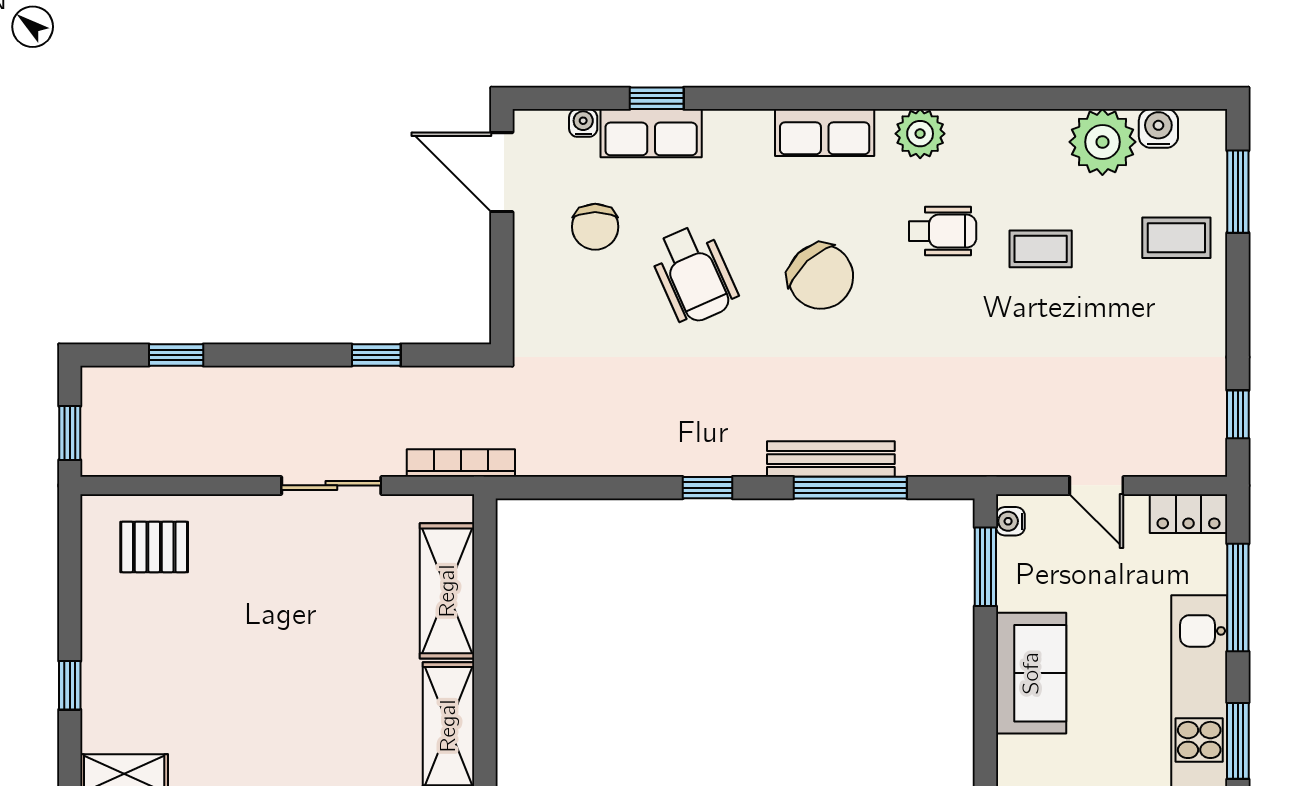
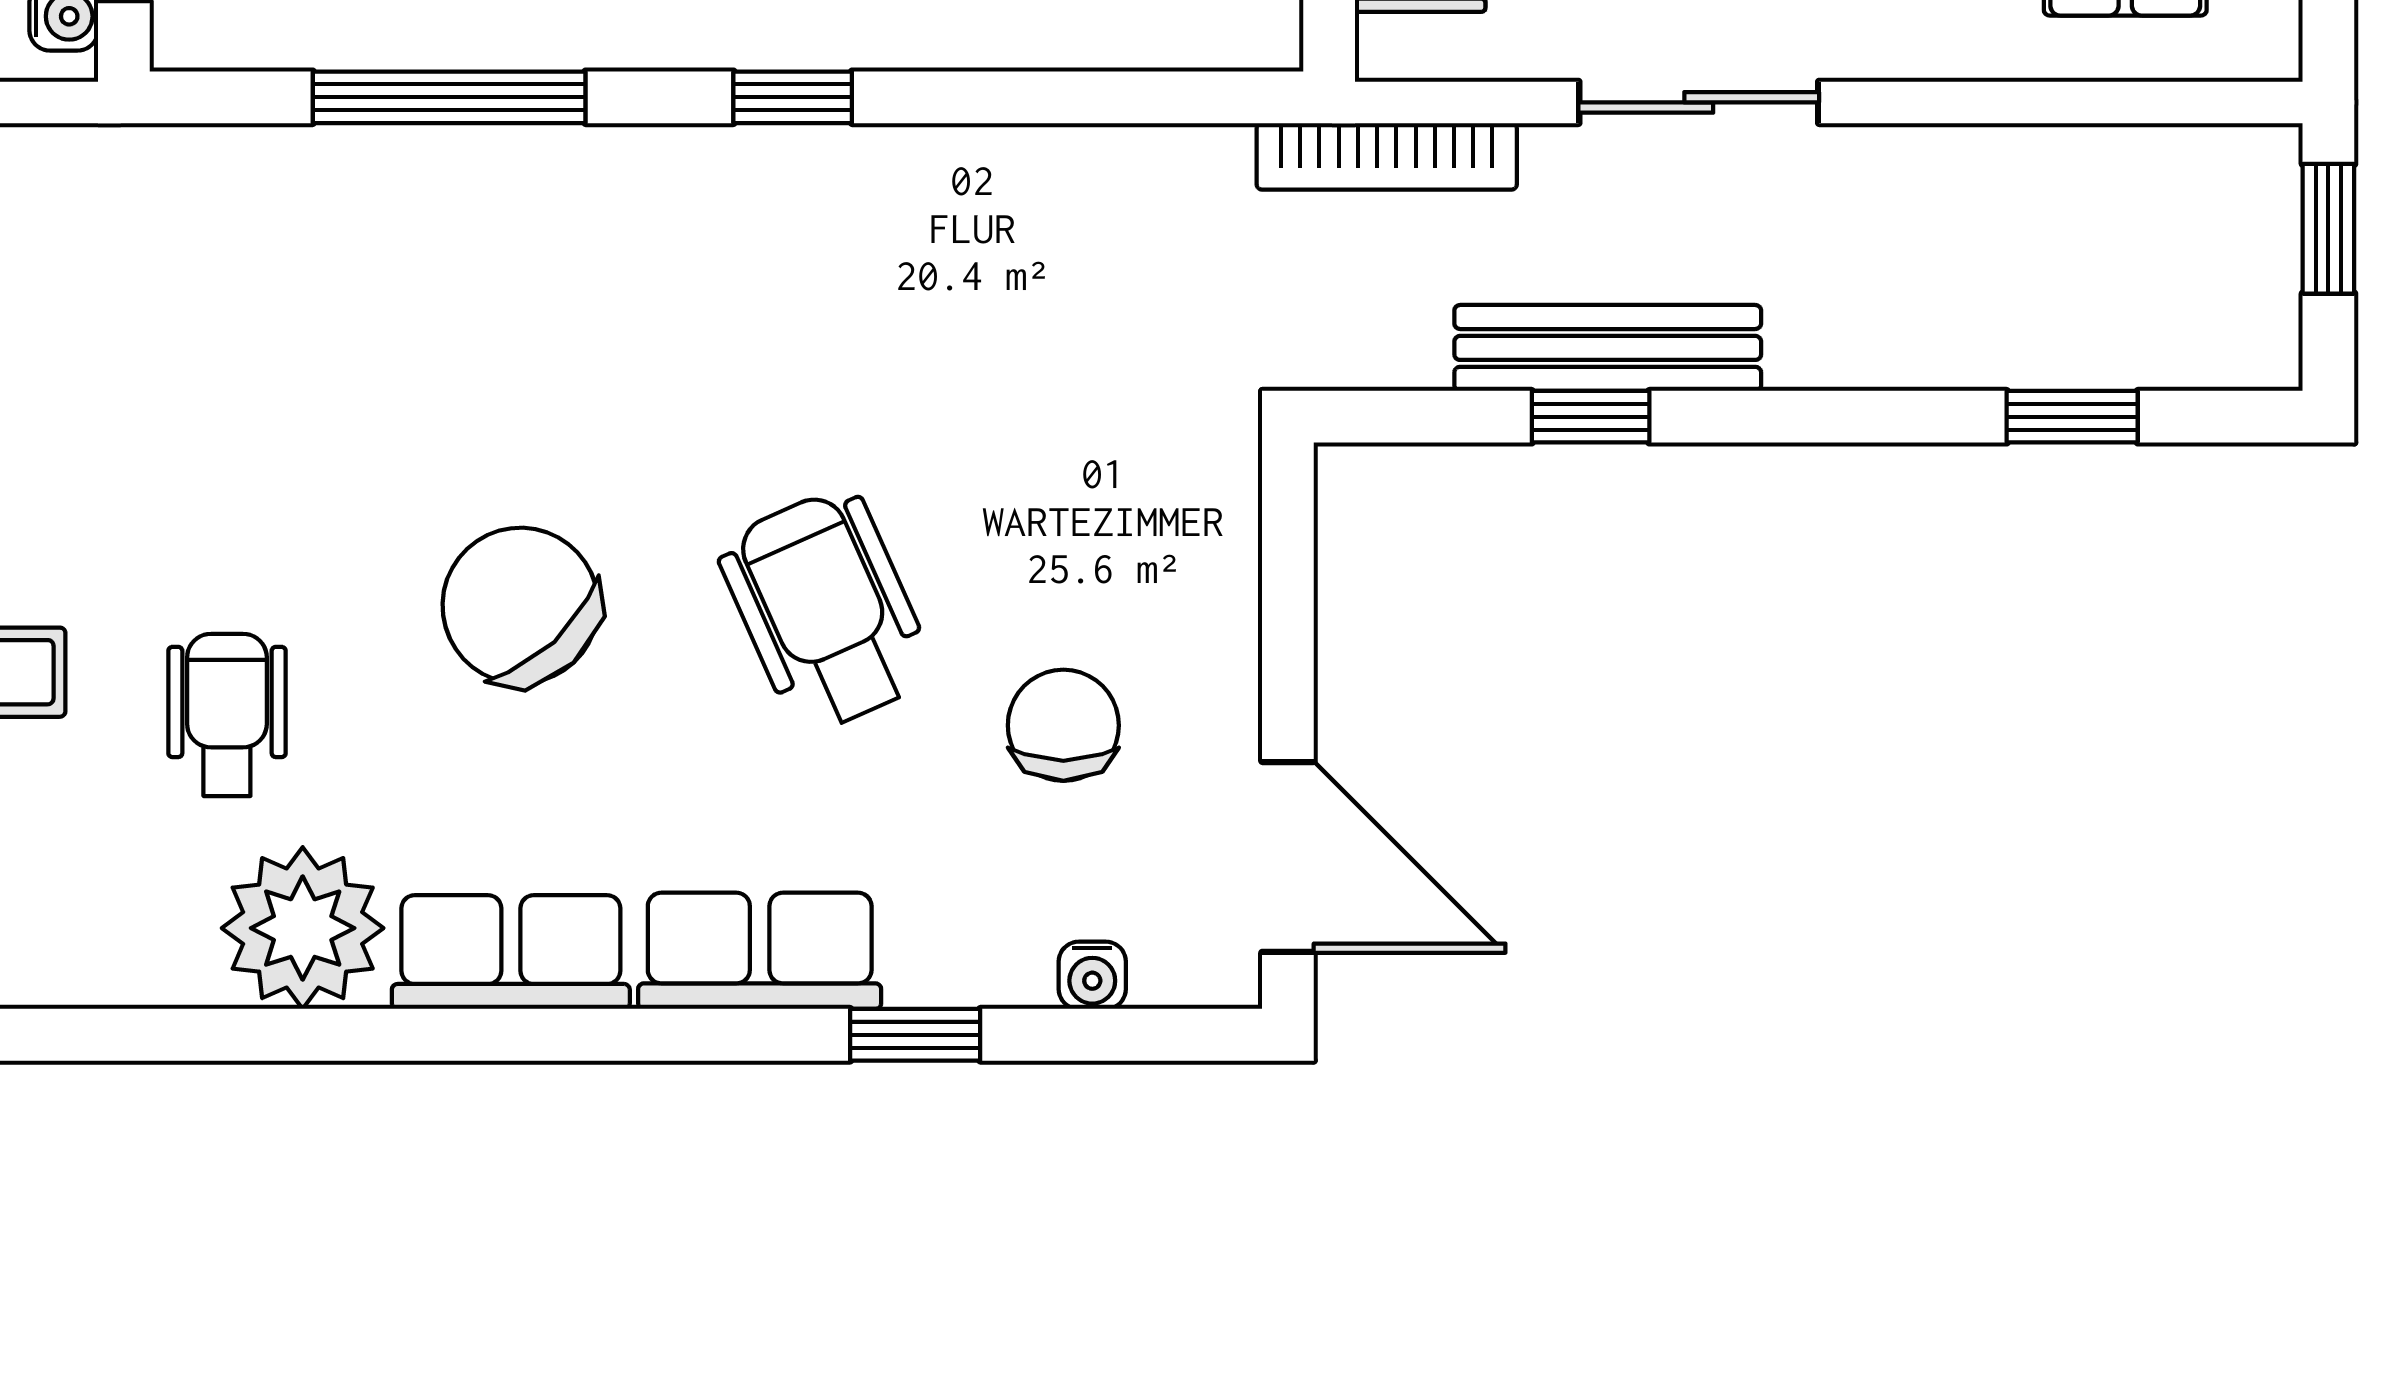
row of seats: (651, 133) -> (760, 951), moved
plant: (920, 134) -> (303, 928), width x1.36, depth x1.36
wheelchair: (943, 231) -> (227, 715), turned 90
bench: (831, 459) -> (1608, 348), moved

